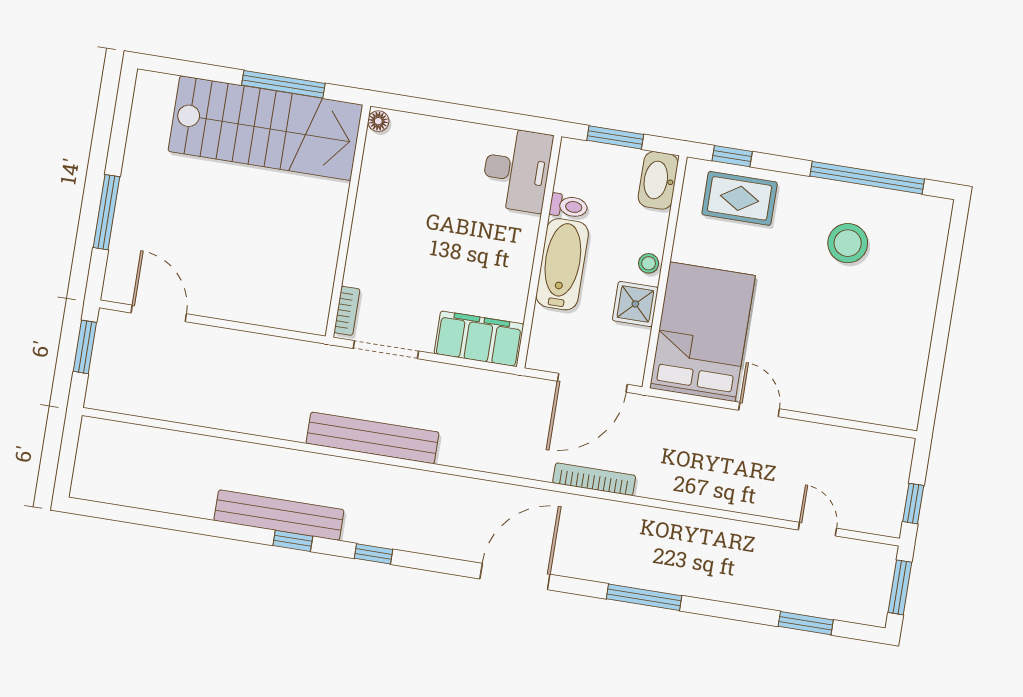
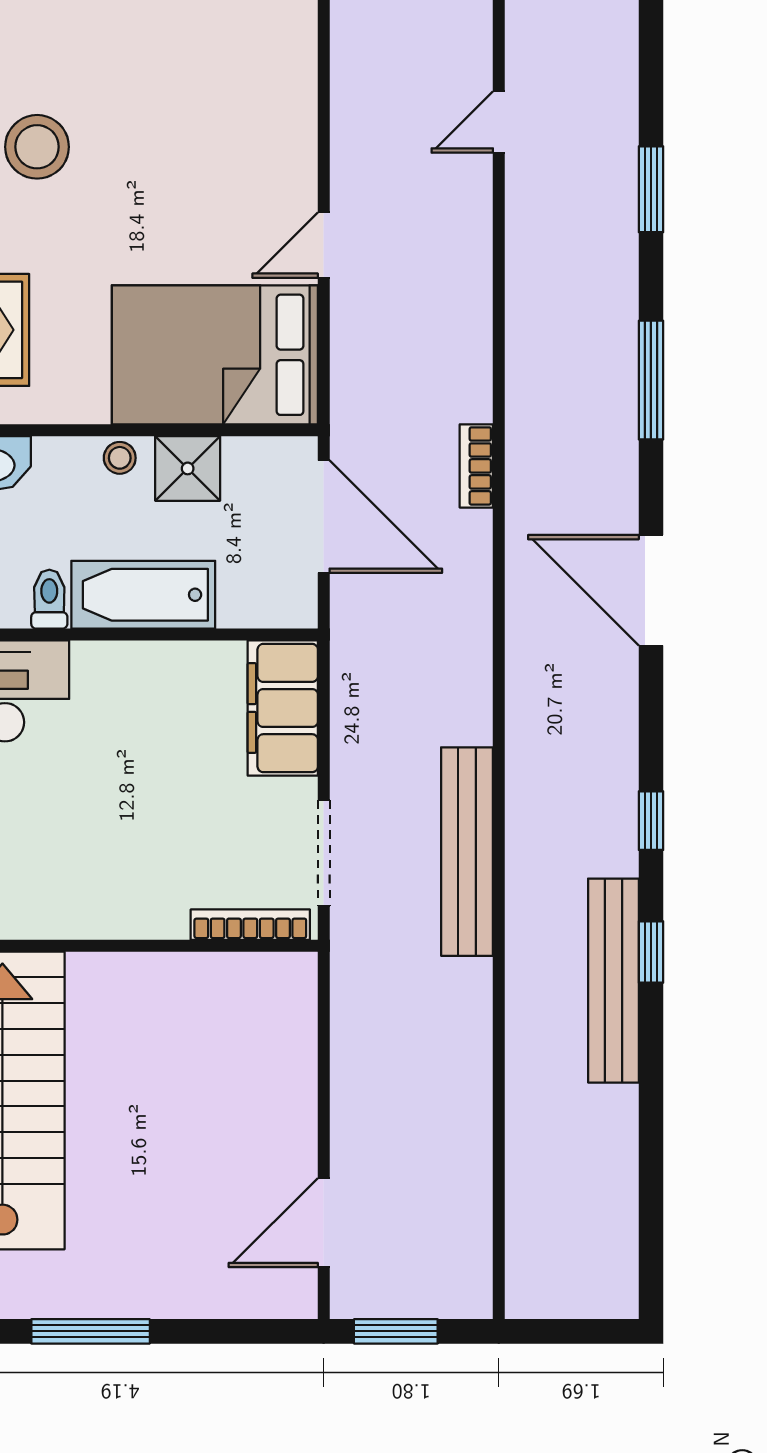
window: (106, 212) -> (91, 1331), moved
bookcase: (347, 311) -> (250, 925), width x1.56
bookcase: (594, 479) -> (476, 466), width x0.64
window: (806, 623) -> (651, 189), moved

